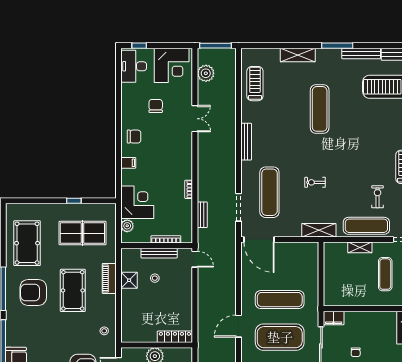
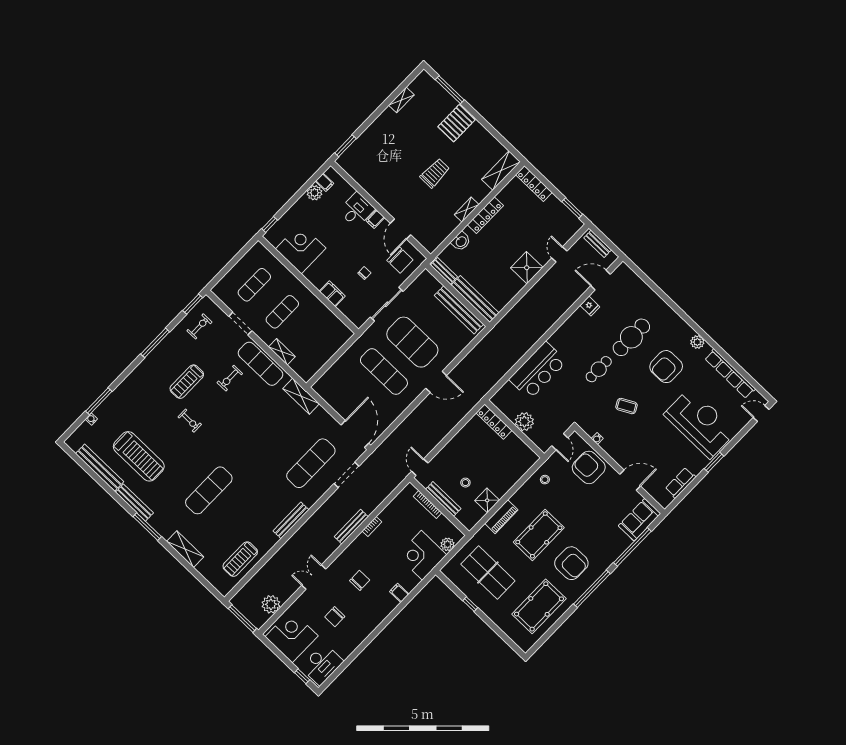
chair: (134, 137) -> (360, 580), moved, turned 90
exercise bike: (315, 182) -> (190, 421), moved
bench: (202, 215) -> (351, 527), moved, width x1.36
filing cabinet: (334, 318) -> (332, 294), moved

